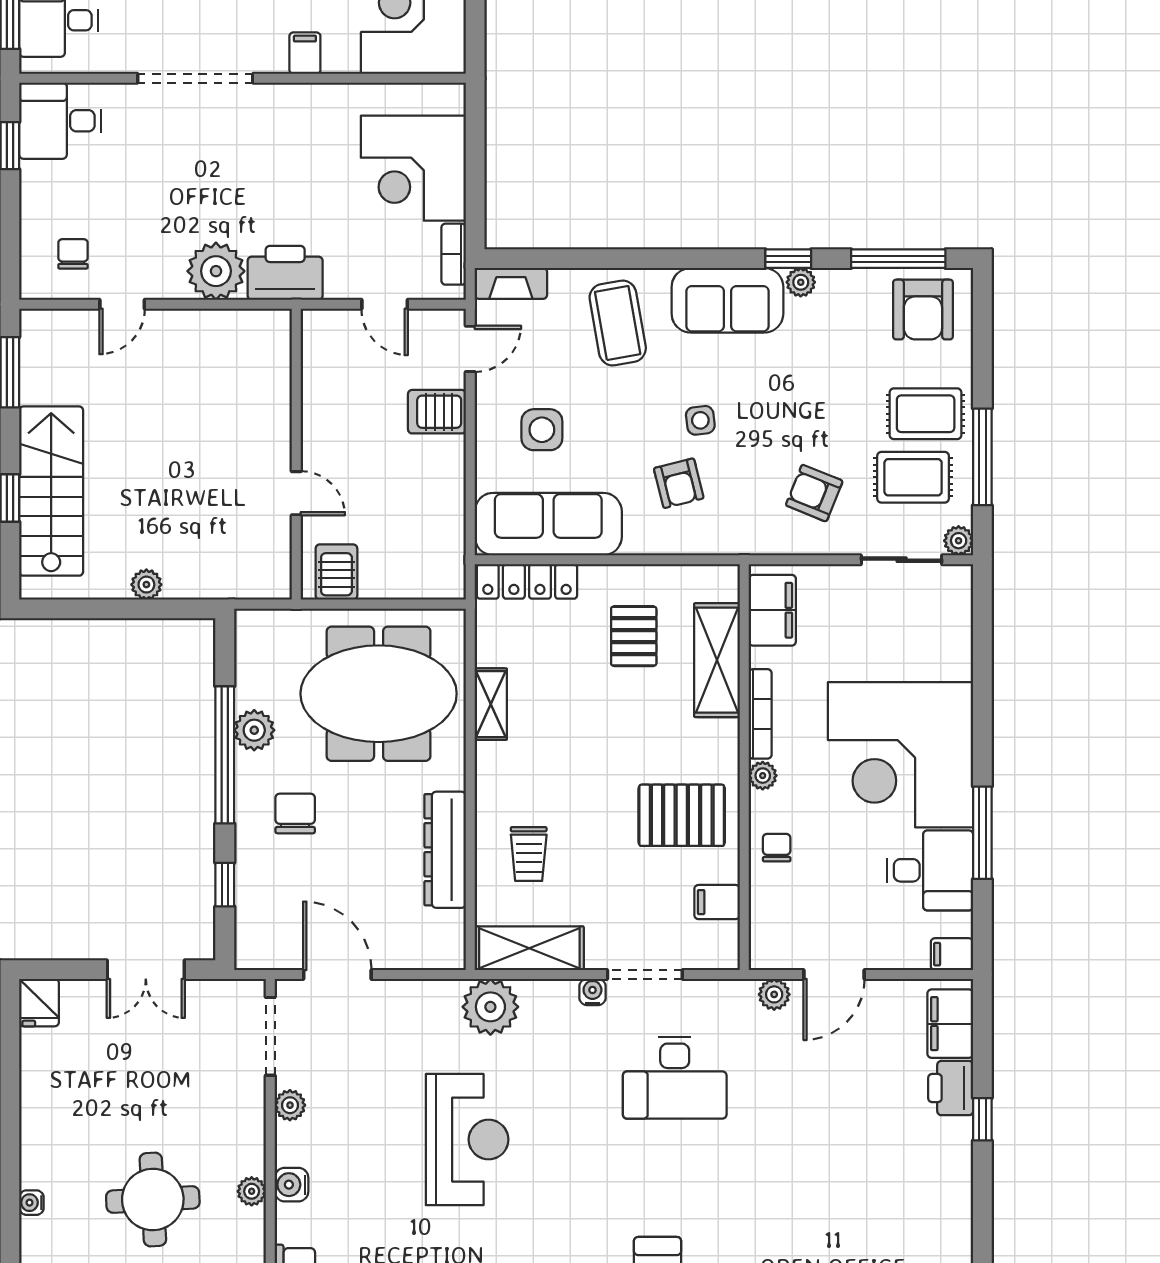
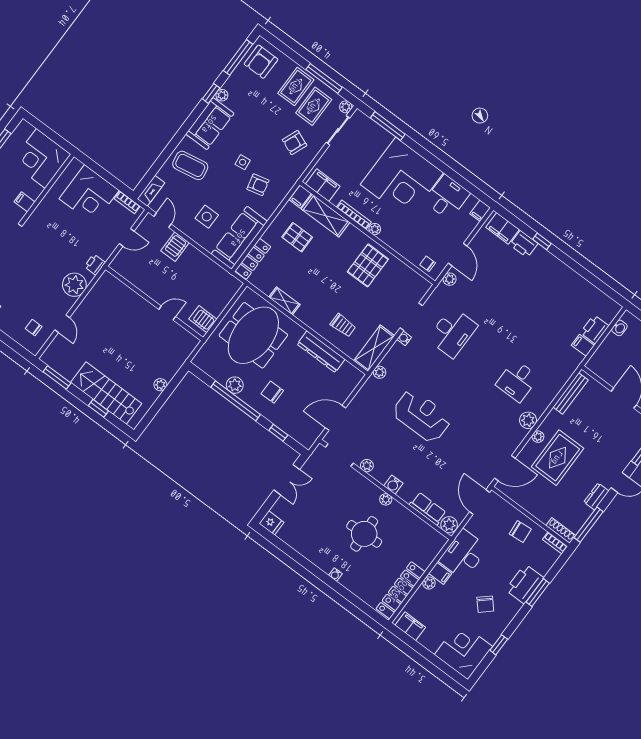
printer: (285, 273) -> (95, 265), width x0.53, depth x0.68
armchair: (923, 310) -> (261, 62), turned 90
window: (982, 833) -> (388, 126), moved
chair: (777, 848) -> (428, 264), moved
filing cabinet: (717, 902) -> (300, 197), moved
plant: (490, 1007) -> (380, 372), width x0.53, depth x0.53

